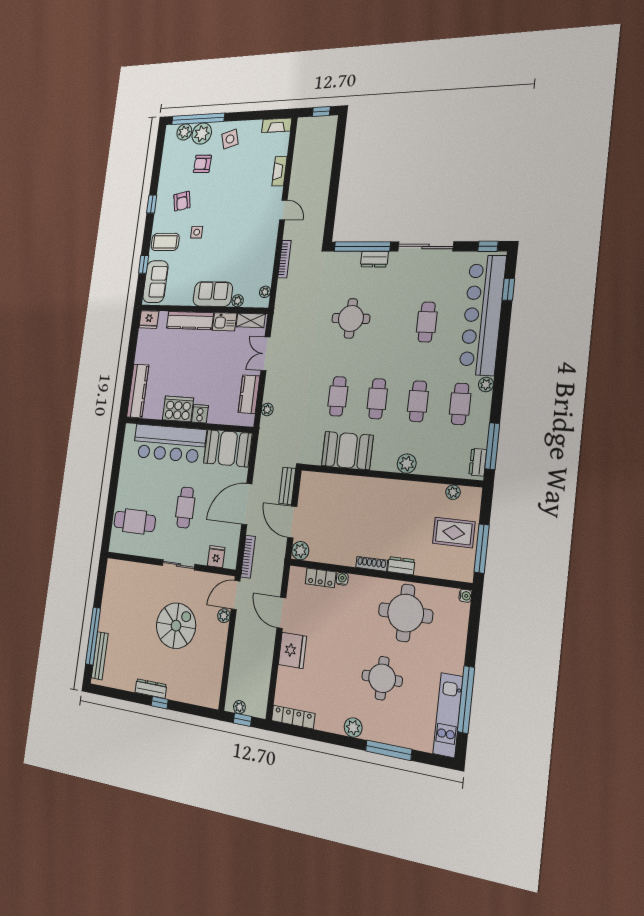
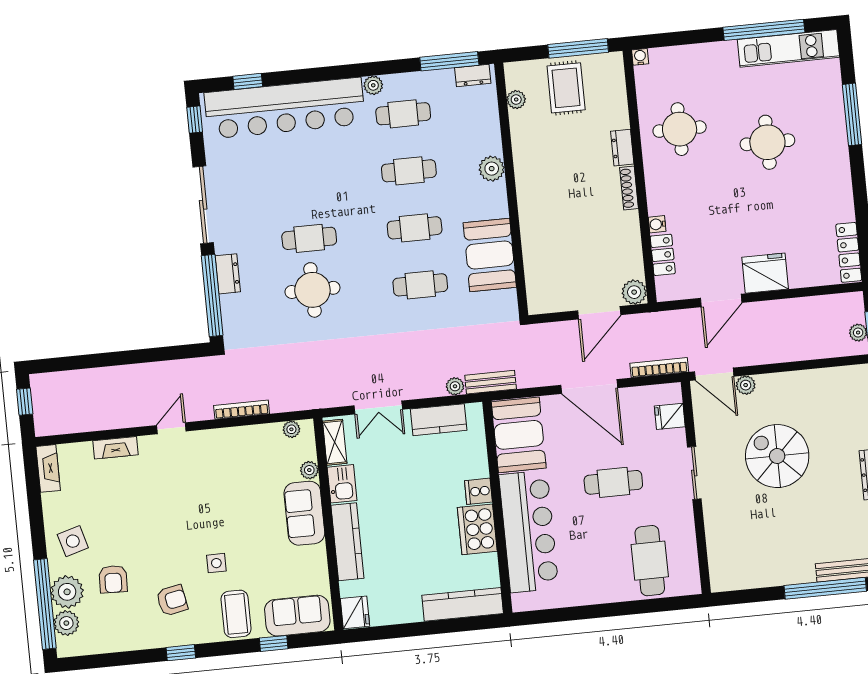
cafe table: (427, 322) -> (309, 238), moved
bench: (287, 486) -> (491, 382), moved
round table: (406, 613) -> (680, 129), width x0.73, depth x0.73
plant: (353, 727) -> (838, 167), removed

